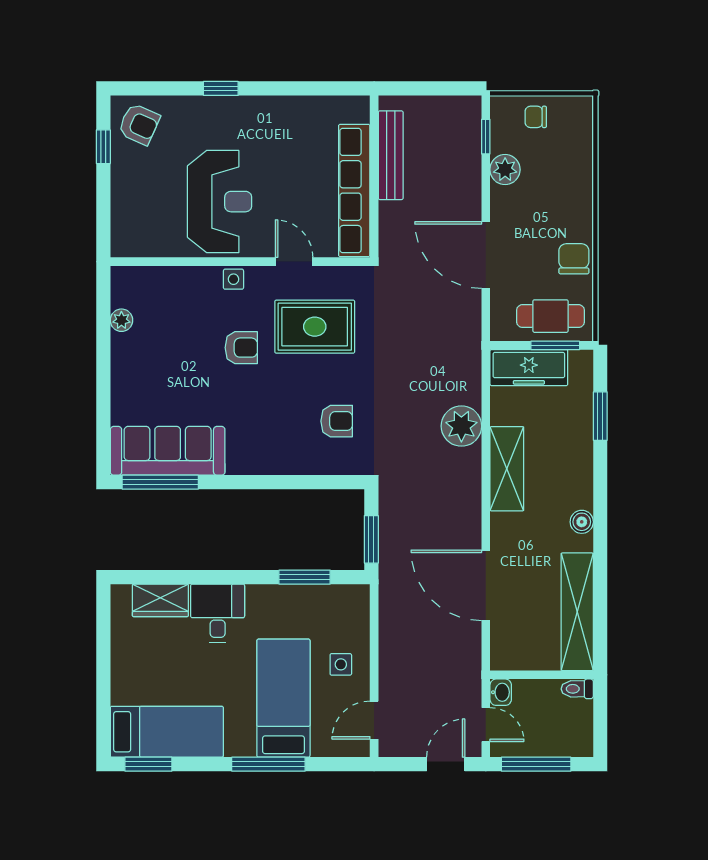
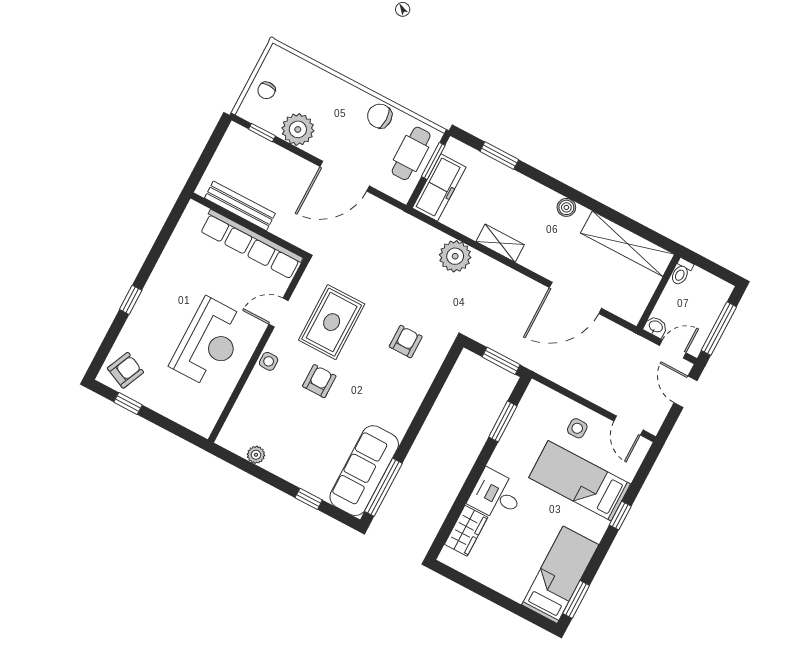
plant: (505, 170) -> (298, 129), width x1.36, depth x1.36
reception desk: (220, 202) -> (209, 343), turned 90
window: (103, 405) -> (309, 499), added
shelving: (507, 469) -> (500, 243), width x0.67, depth x0.75
window: (268, 764) -> (620, 516), width x0.46

